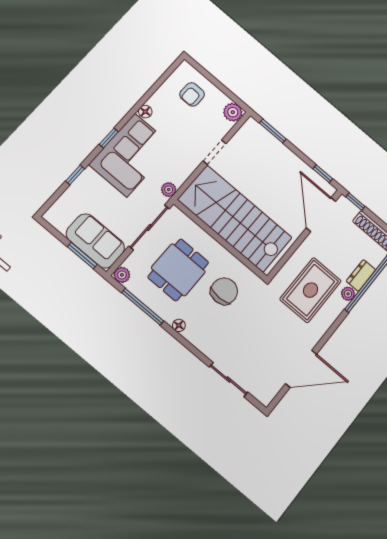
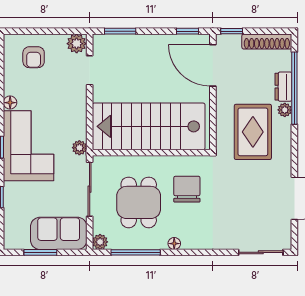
doorway: (215, 152) -> (90, 70), moved
window: (82, 256) -> (40, 252), moved
sliding door: (228, 380) -> (261, 252), moved

